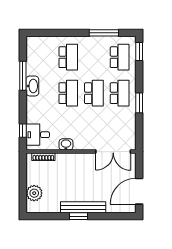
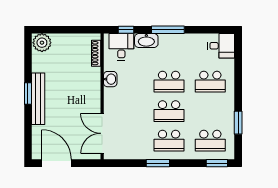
window: (104, 33) -> (238, 123), width x0.69
desk: (37, 48) -> (221, 46), added
window: (23, 76) -> (168, 30), moved
washbasin: (32, 86) -> (146, 41), moved
plant: (34, 193) -> (42, 43), moved

